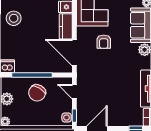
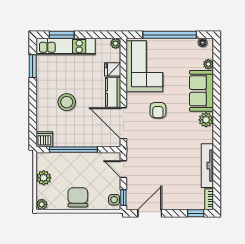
stool: (14, 18) -> (67, 102), moved
chair: (37, 93) -> (78, 197), moved, turned 149

